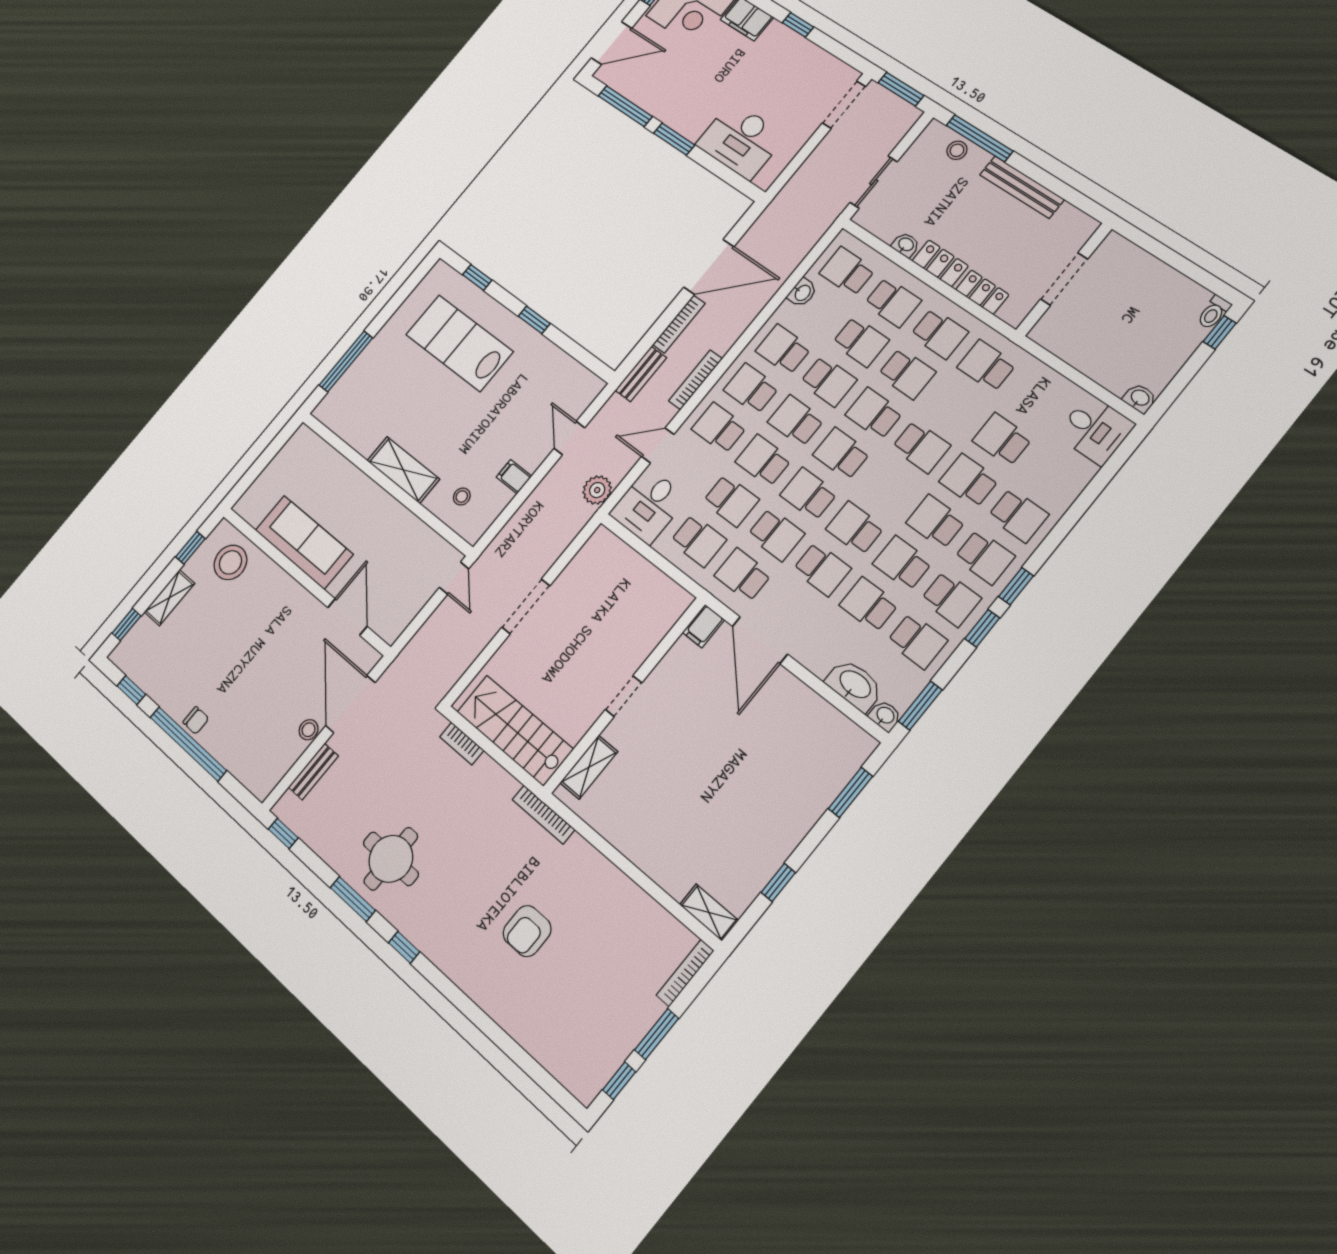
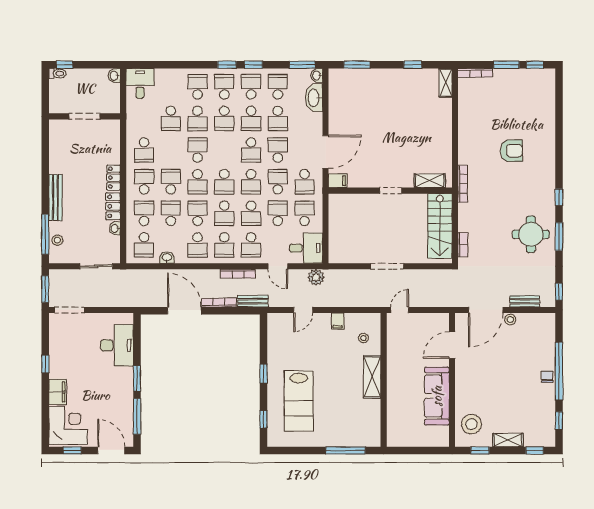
doorway: (1064, 279) -> (84, 116), moved
wall: (1064, 279) -> (85, 116), moved

